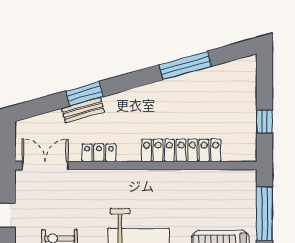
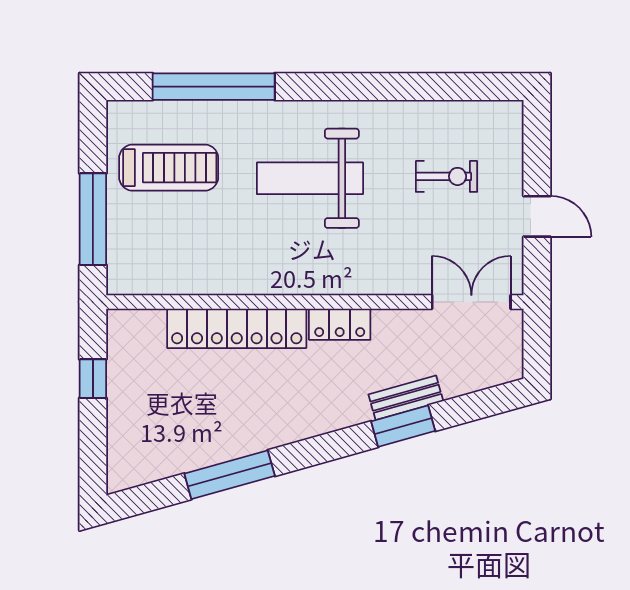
locker: (99, 153) -> (340, 324), moved
double door: (45, 166) -> (471, 302), swing flipped

